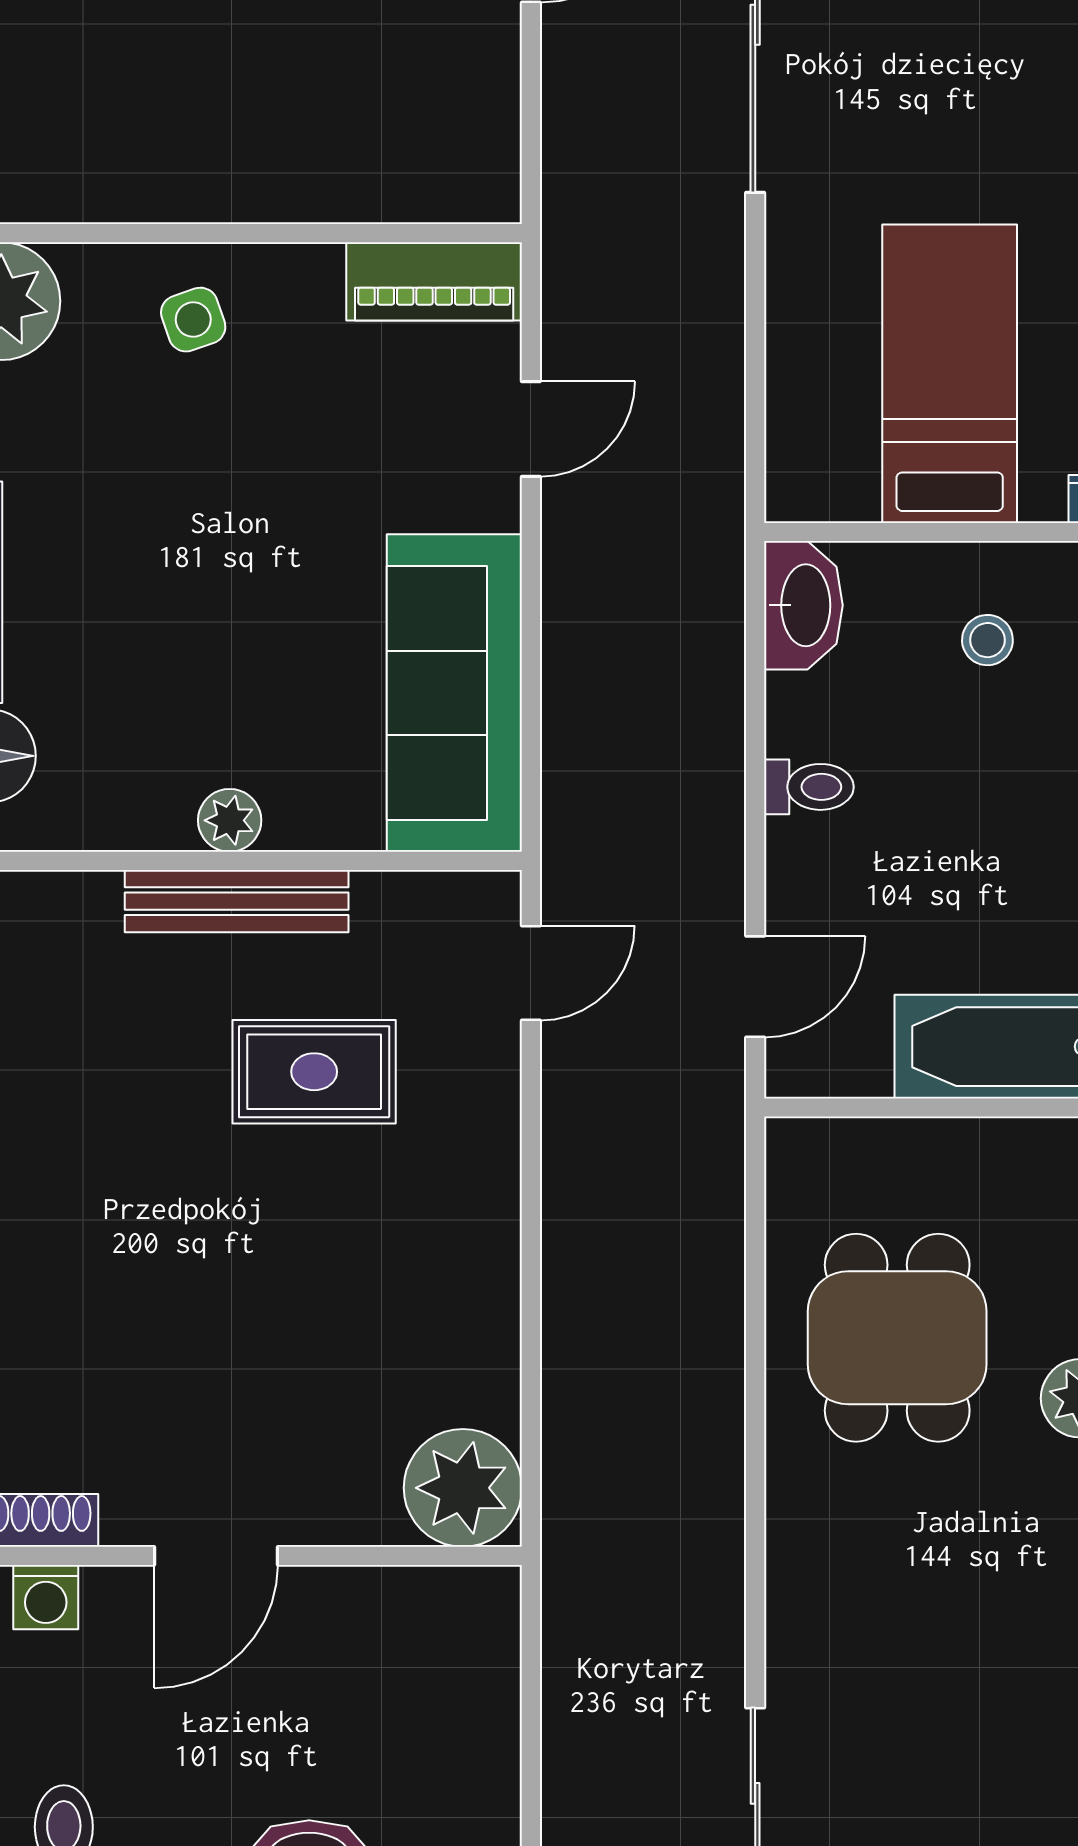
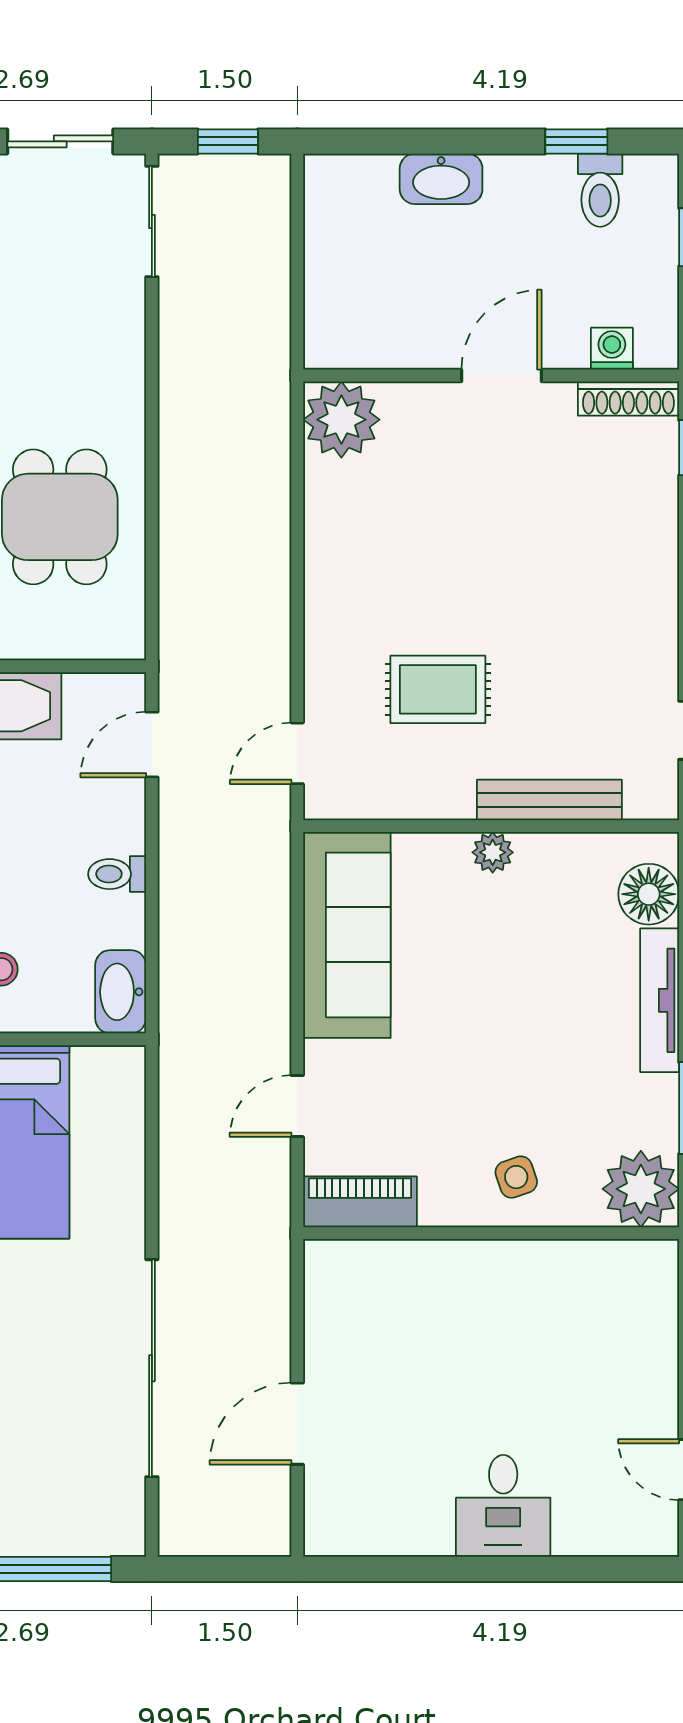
bench: (237, 901) -> (549, 800), moved

